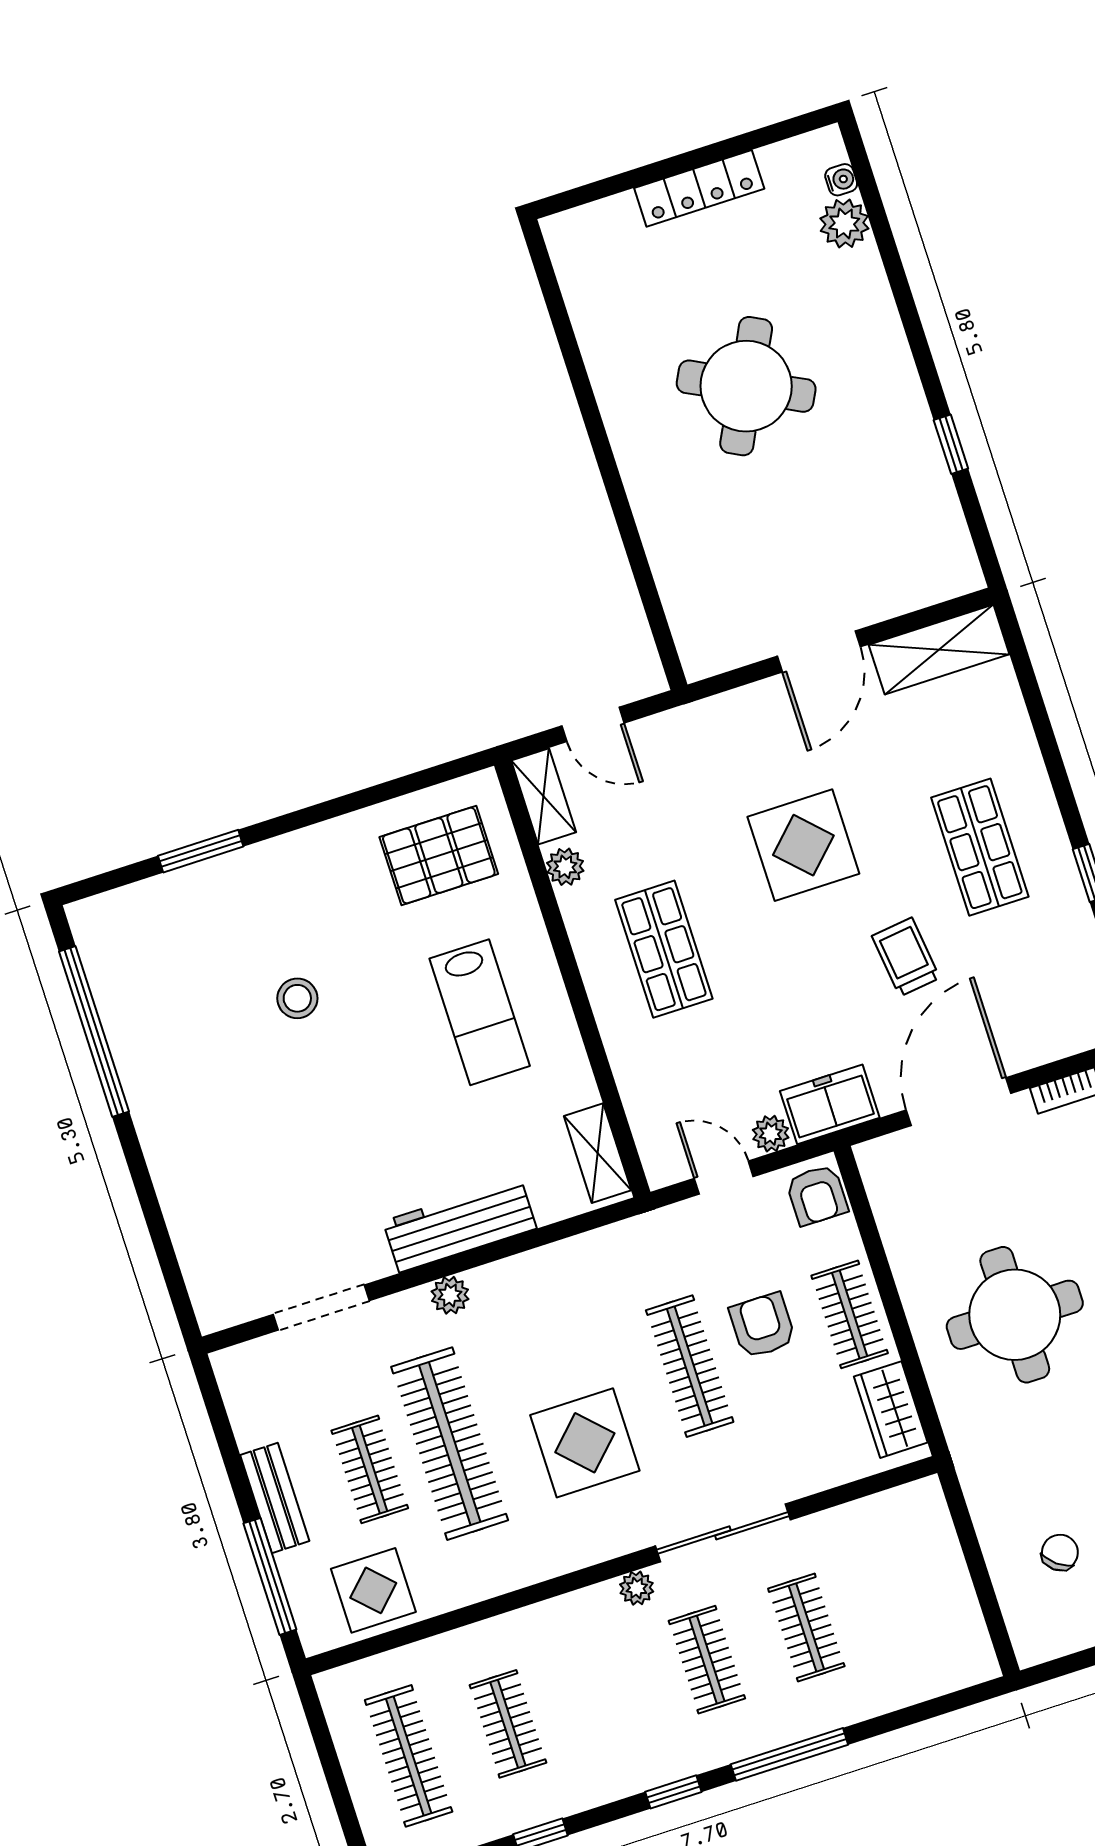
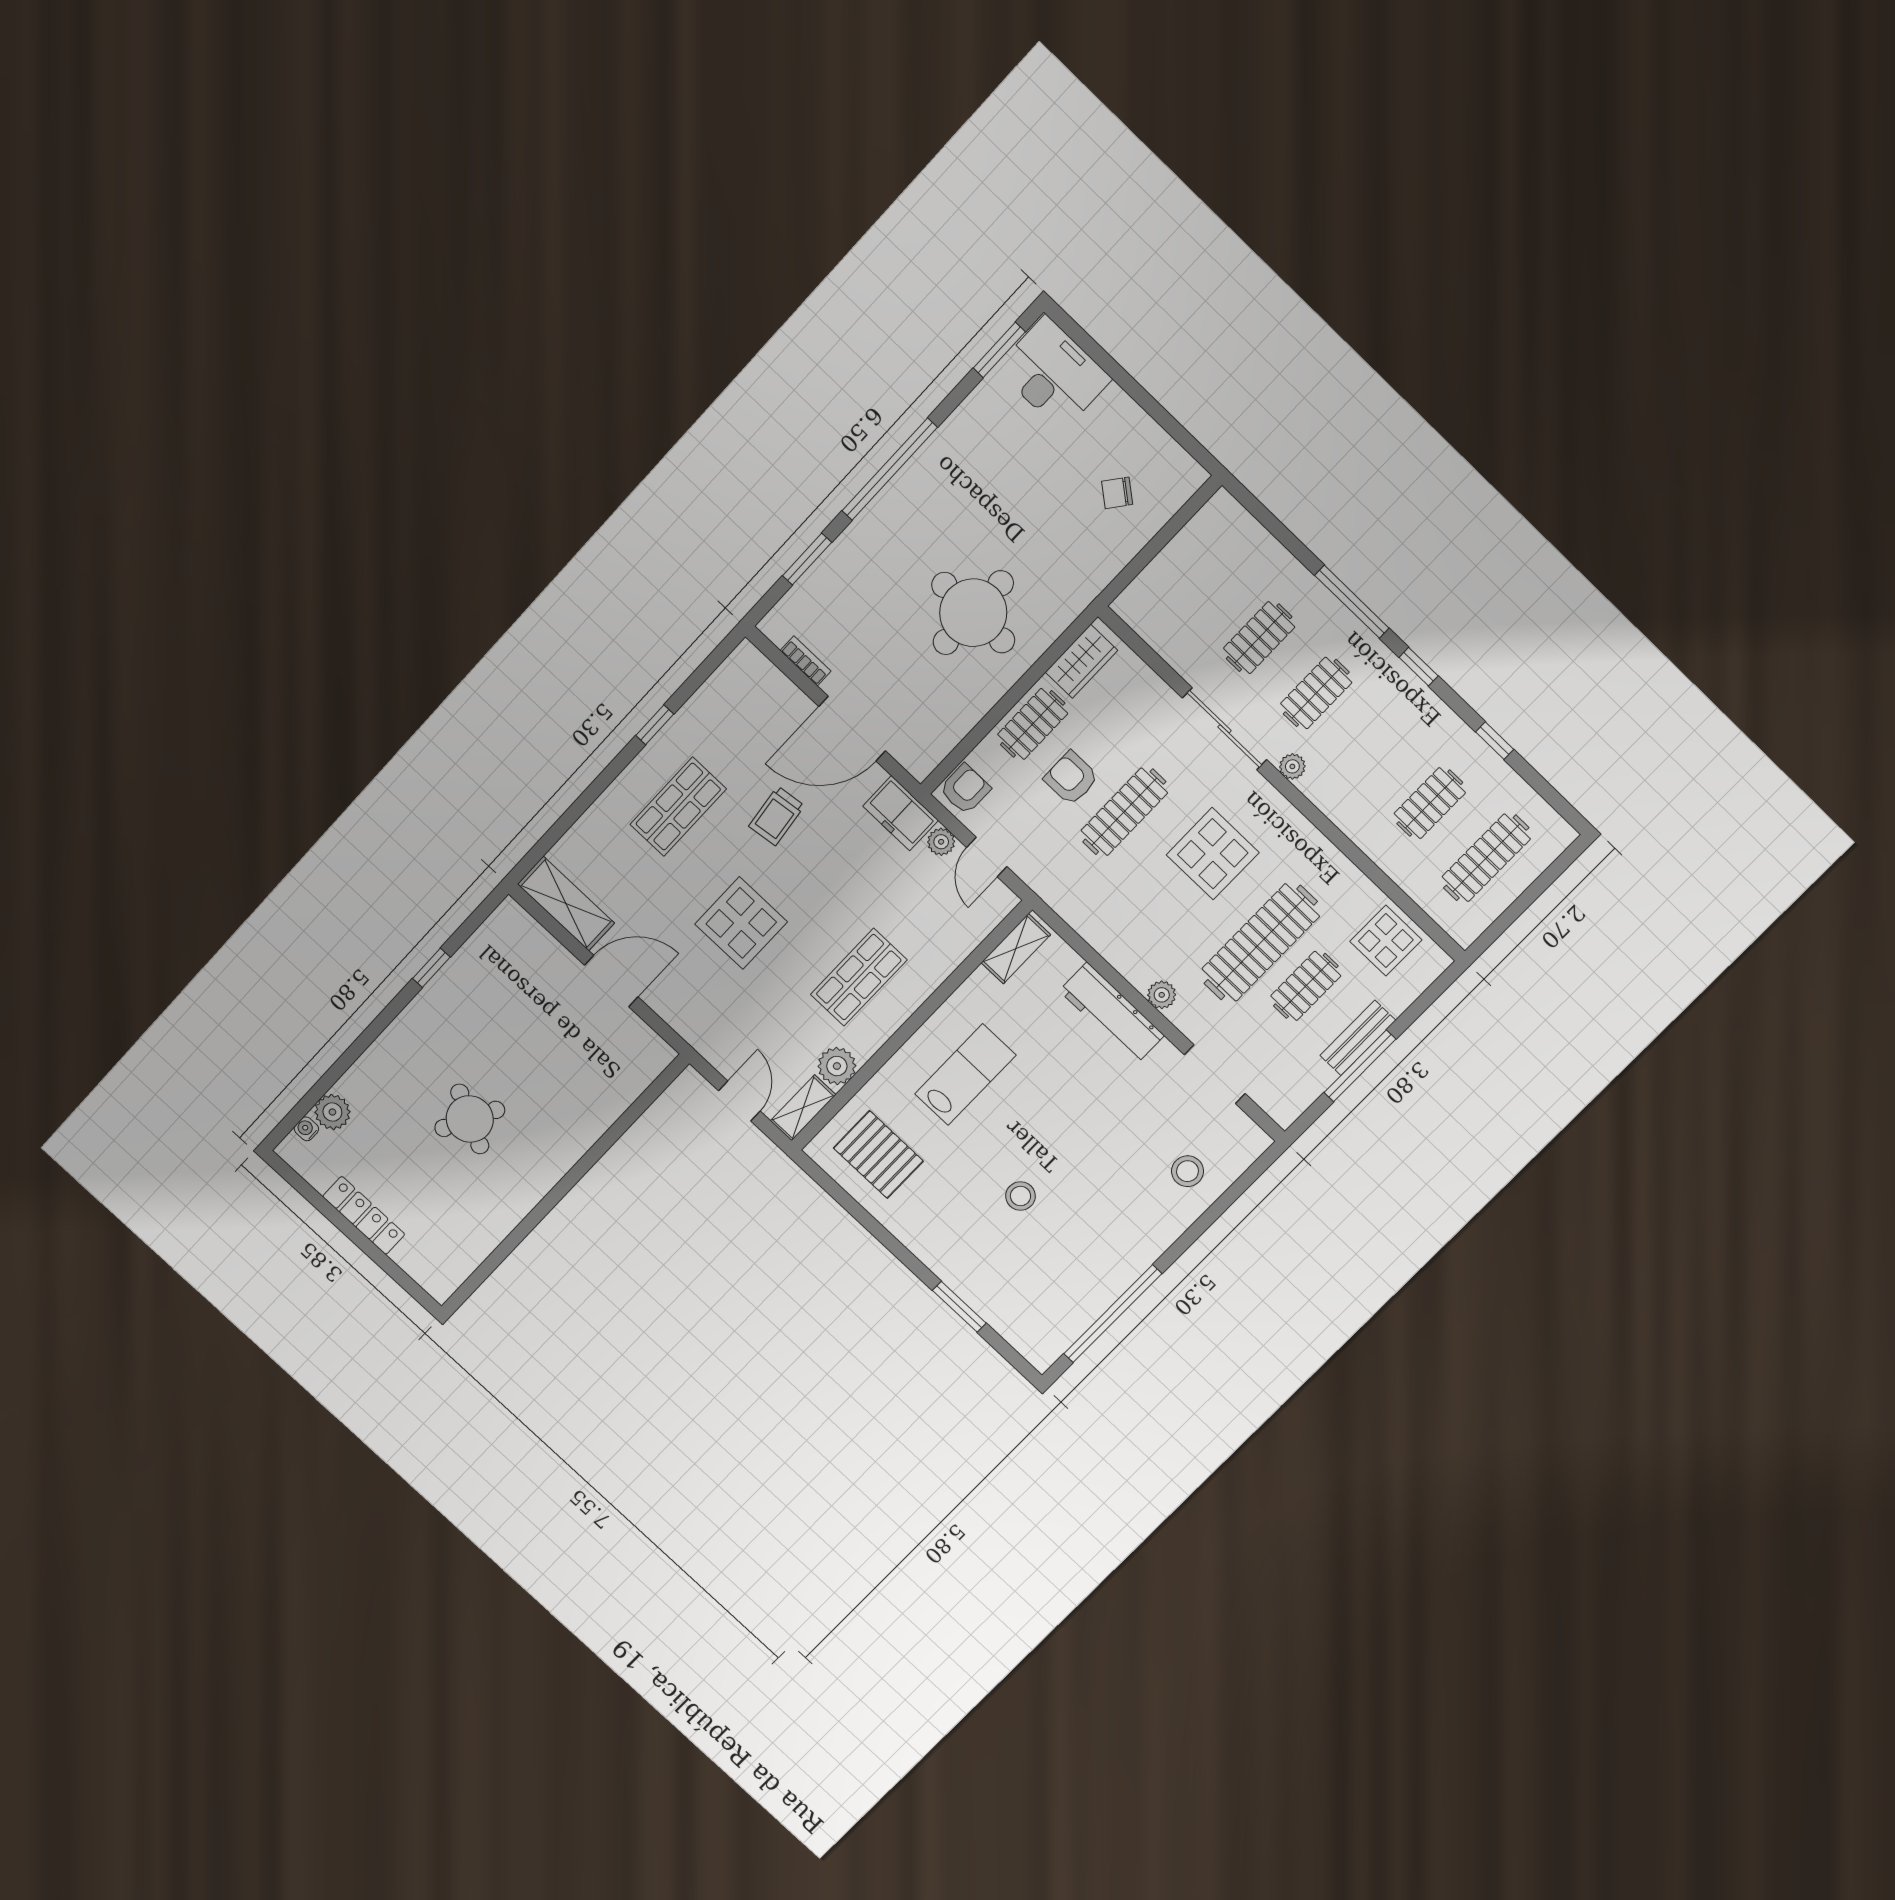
round table: (746, 386) -> (470, 1119), width x0.73, depth x0.73
plant: (565, 867) -> (837, 1066), width x1.38, depth x1.38
stool: (221, 1213) -> (1188, 1171), added
armchair: (762, 1325) -> (1071, 778), turned 90
window: (270, 1576) -> (1360, 1066), moved

